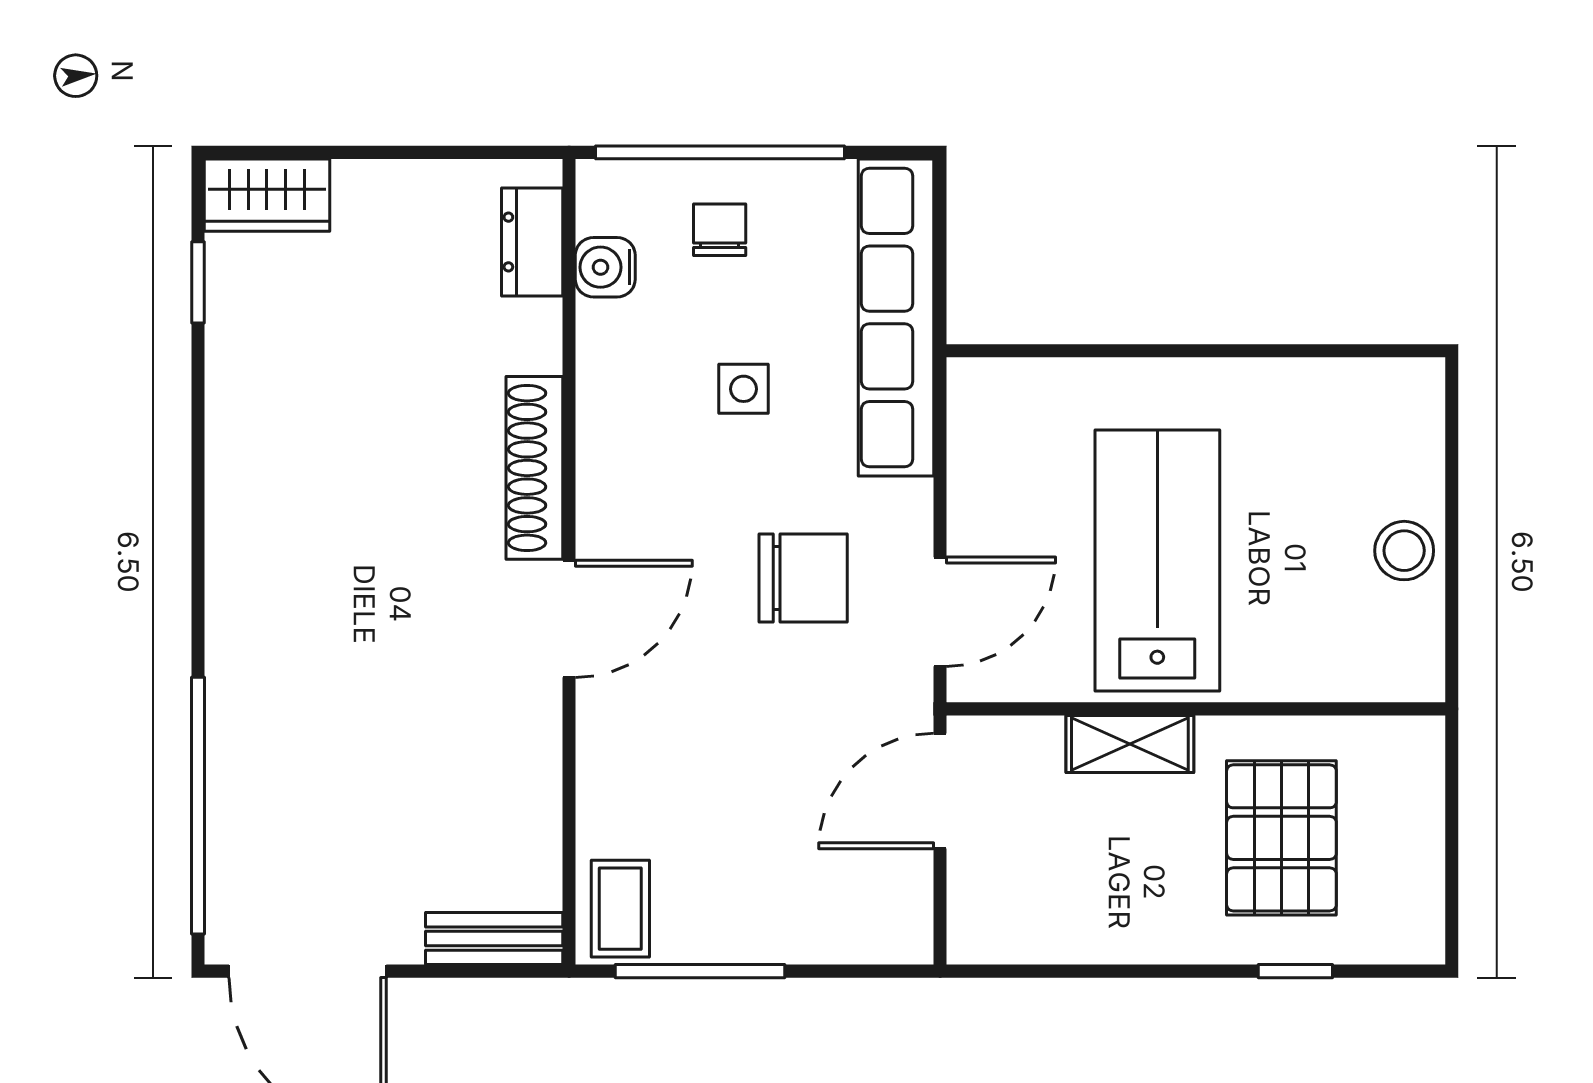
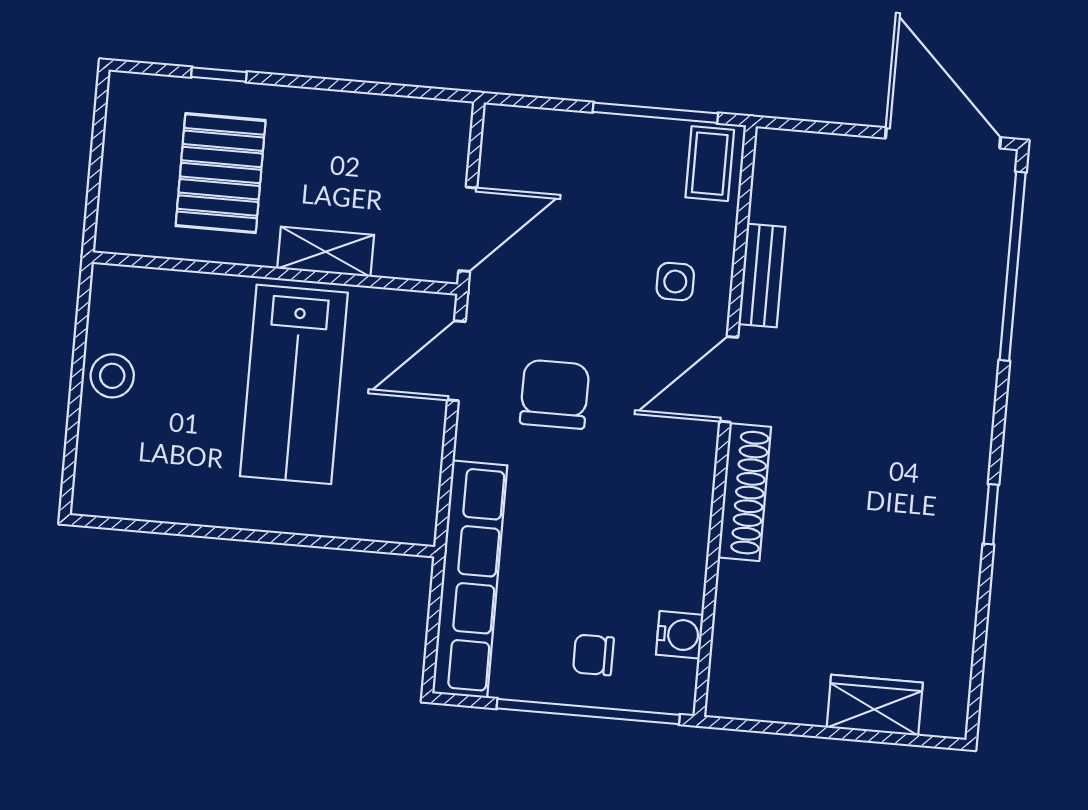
wardrobe: (267, 195) -> (875, 705), moved
chair: (720, 230) -> (593, 655), turned 90
dresser: (532, 242) -> (732, 658), removed
window: (198, 282) -> (991, 514), moved
side table: (744, 389) -> (675, 282), moved
chair: (803, 578) -> (555, 394), turned 90
bench: (494, 939) -> (762, 275), moved, turned 90

